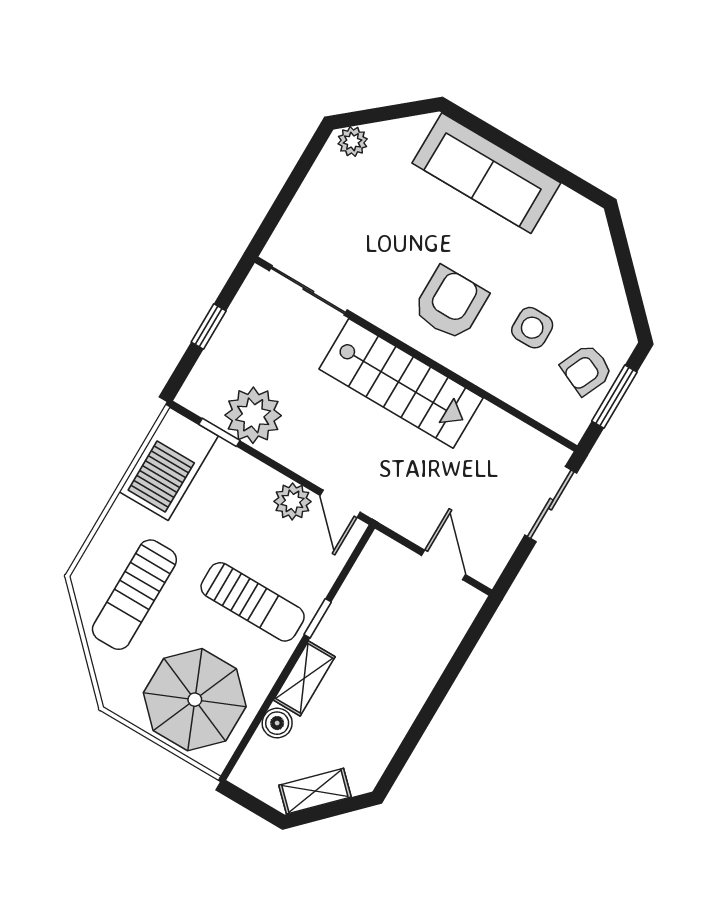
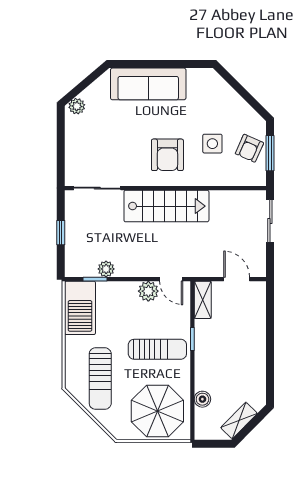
armchair: (450, 303) -> (167, 155), turned 180
plant: (253, 415) -> (106, 269), width x0.53, depth x0.53
shelving: (304, 678) -> (203, 300), moved

